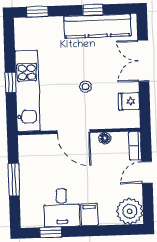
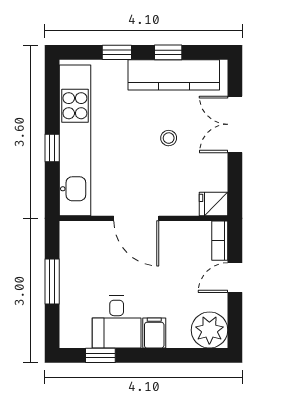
window: (37, 12) -> (117, 52), moved
stool: (85, 87) -> (169, 138), moved
kitchen unit: (28, 91) -> (75, 140), width x1.36
fridge: (129, 101) -> (214, 204), moved
floor lamp: (105, 138) -> (179, 229), removed

